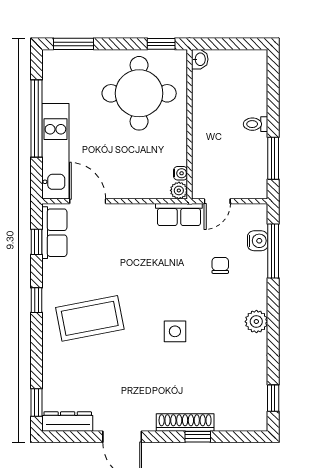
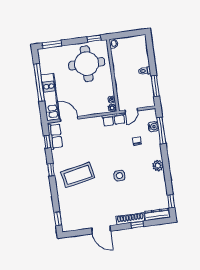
dresser: (68, 422) -> (157, 215), moved

